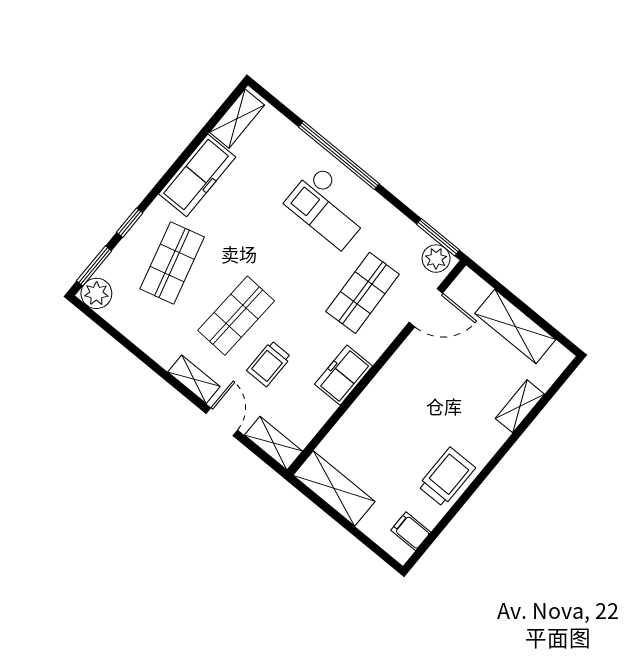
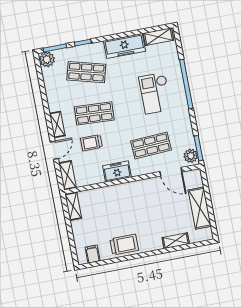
checkout: (329, 207) -> (155, 93), moved
shop shelf: (172, 263) -> (86, 72), turned 30
shelving: (334, 488) -> (73, 206), width x0.67, depth x0.75

